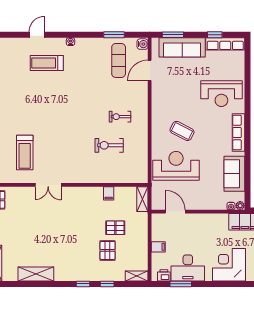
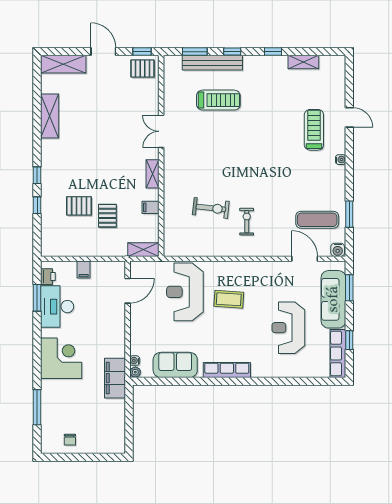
reception desk: (221, 94) -> (288, 328), moved
coffee table: (182, 131) -> (229, 299), turned 67
exercise bike: (109, 145) -> (211, 208), turned 96
treadmill: (25, 153) -> (218, 100), moved, turned 180
reception desk: (176, 166) -> (185, 292), turned 180
shelving: (137, 276) -> (153, 174), moved

